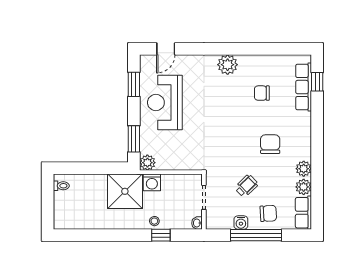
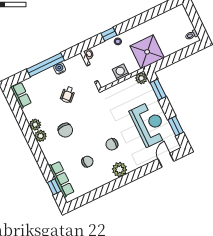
washing machine: (152, 182) -> (121, 72), moved
plant: (304, 187) -> (41, 136), moved
chair: (268, 213) -> (112, 144), moved

